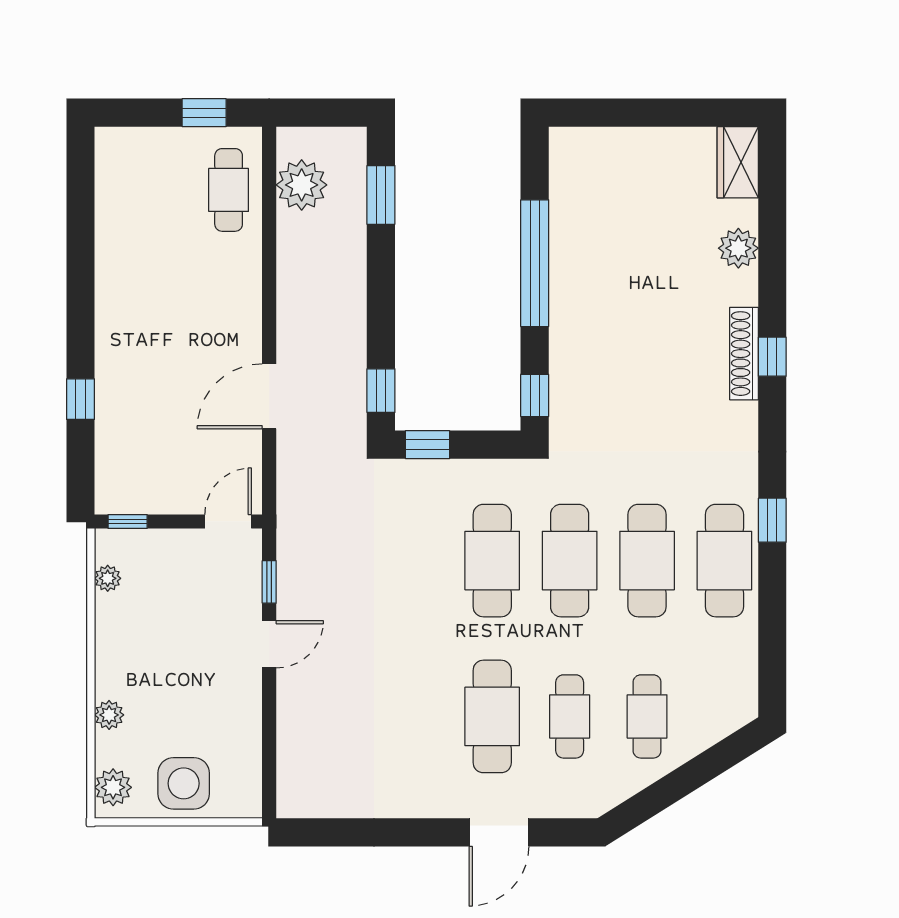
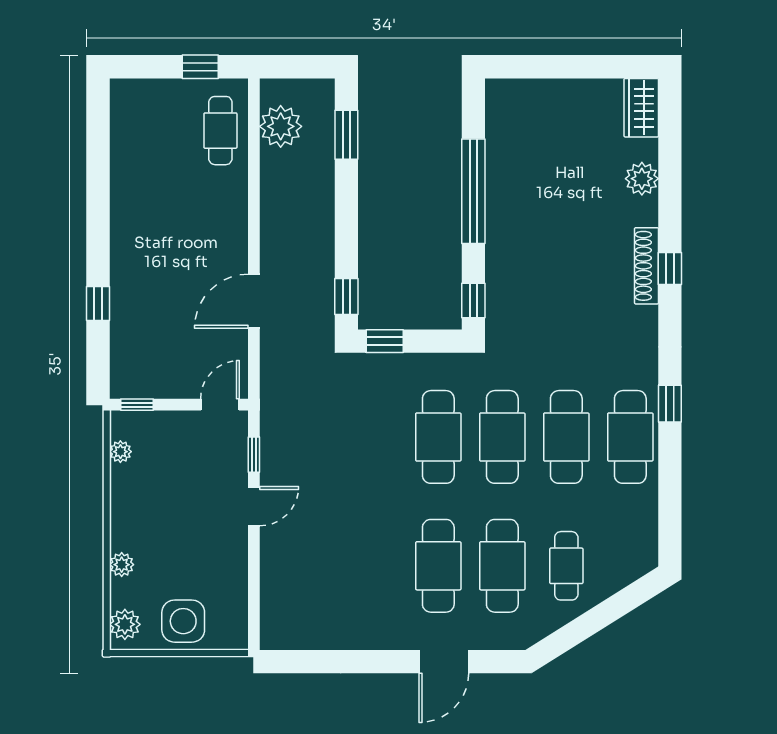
cafe table: (570, 716) -> (502, 566), width x1.37, depth x1.35

